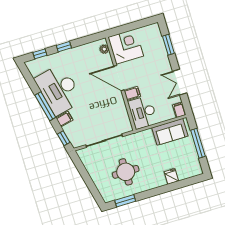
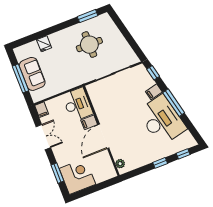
corner desk: (126, 47) -> (77, 176), moved, turned 180
door: (119, 78) -> (103, 136), swing flipped
sofa: (170, 132) -> (32, 74), moved, turned 90

